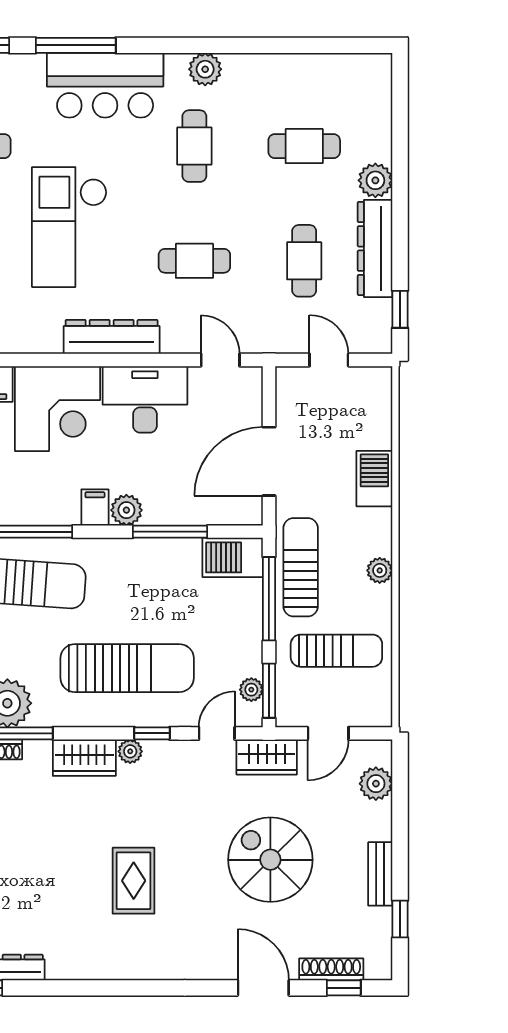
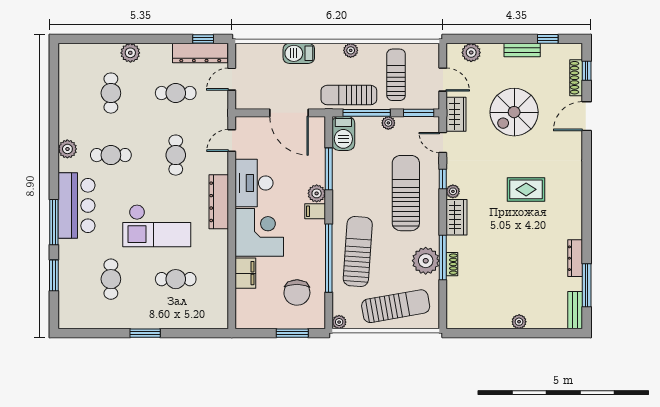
dresser: (375, 249) -> (200, 53), moved
plant: (251, 690) -> (388, 123), moved

